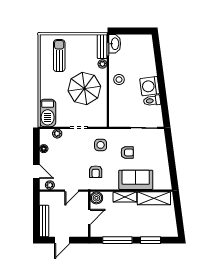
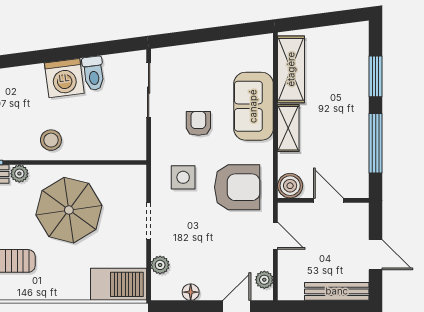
armchair: (96, 172) -> (237, 187), width x1.88, depth x1.88

